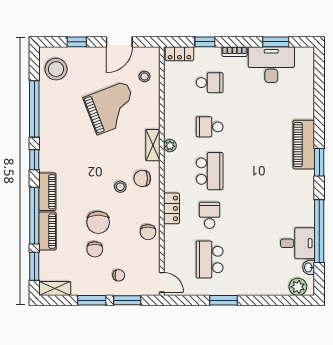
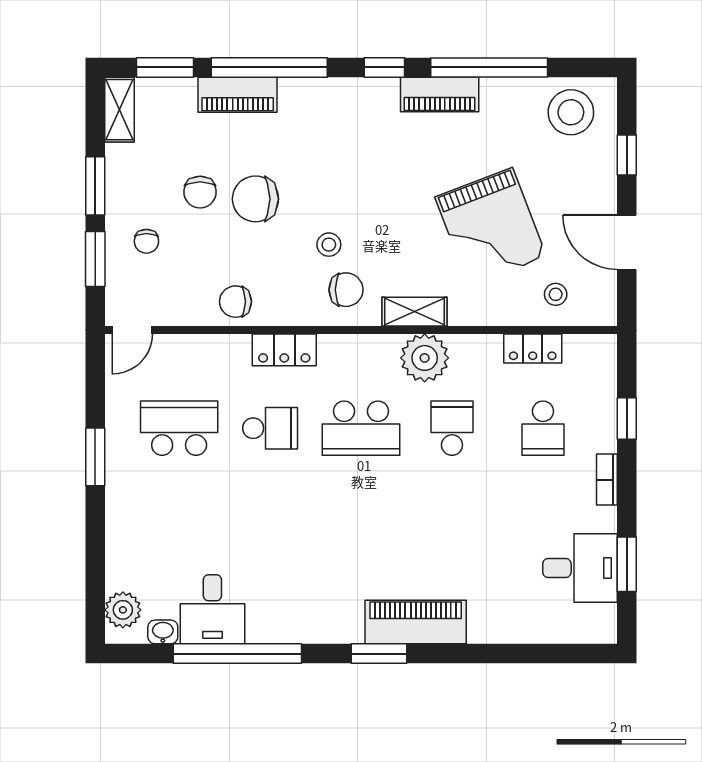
locker: (179, 54) -> (533, 348), moved, turned -90
desk: (271, 65) -> (580, 568), width x0.73
plant: (170, 146) -> (425, 358), width x1.88, depth x1.88
chair: (142, 178) -> (346, 290), turned 90
piano: (47, 192) -> (440, 95), moved
chair: (95, 249) -> (200, 192), turned -90

